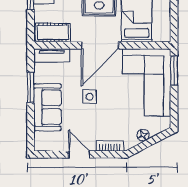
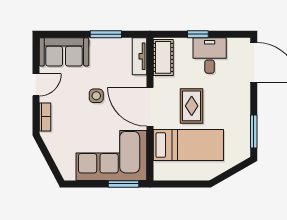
sofa: (47, 107) -> (64, 52), moved
floor lamp: (143, 135) -> (56, 152), removed

